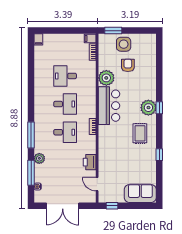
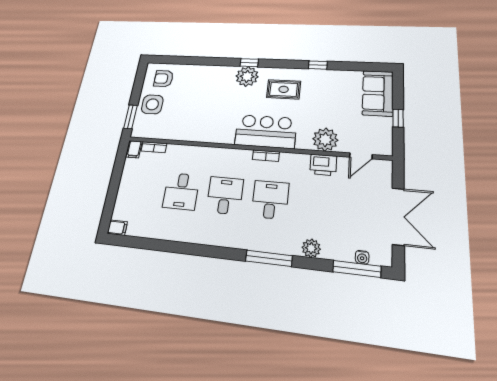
armchair: (128, 65) -> (164, 79), moved
plant: (106, 78) -> (325, 139), moved
bar counter: (109, 106) -> (266, 131), moved
window: (31, 173) -> (357, 269), moved
window: (112, 206) -> (398, 118), moved

